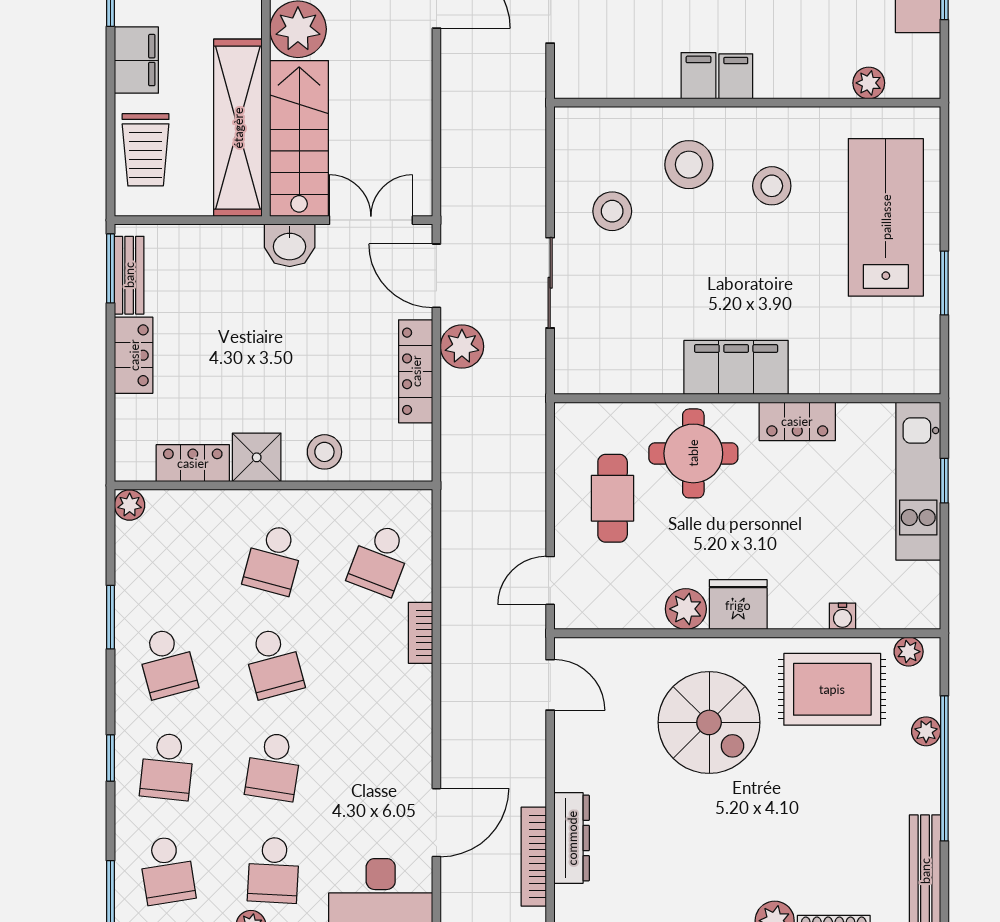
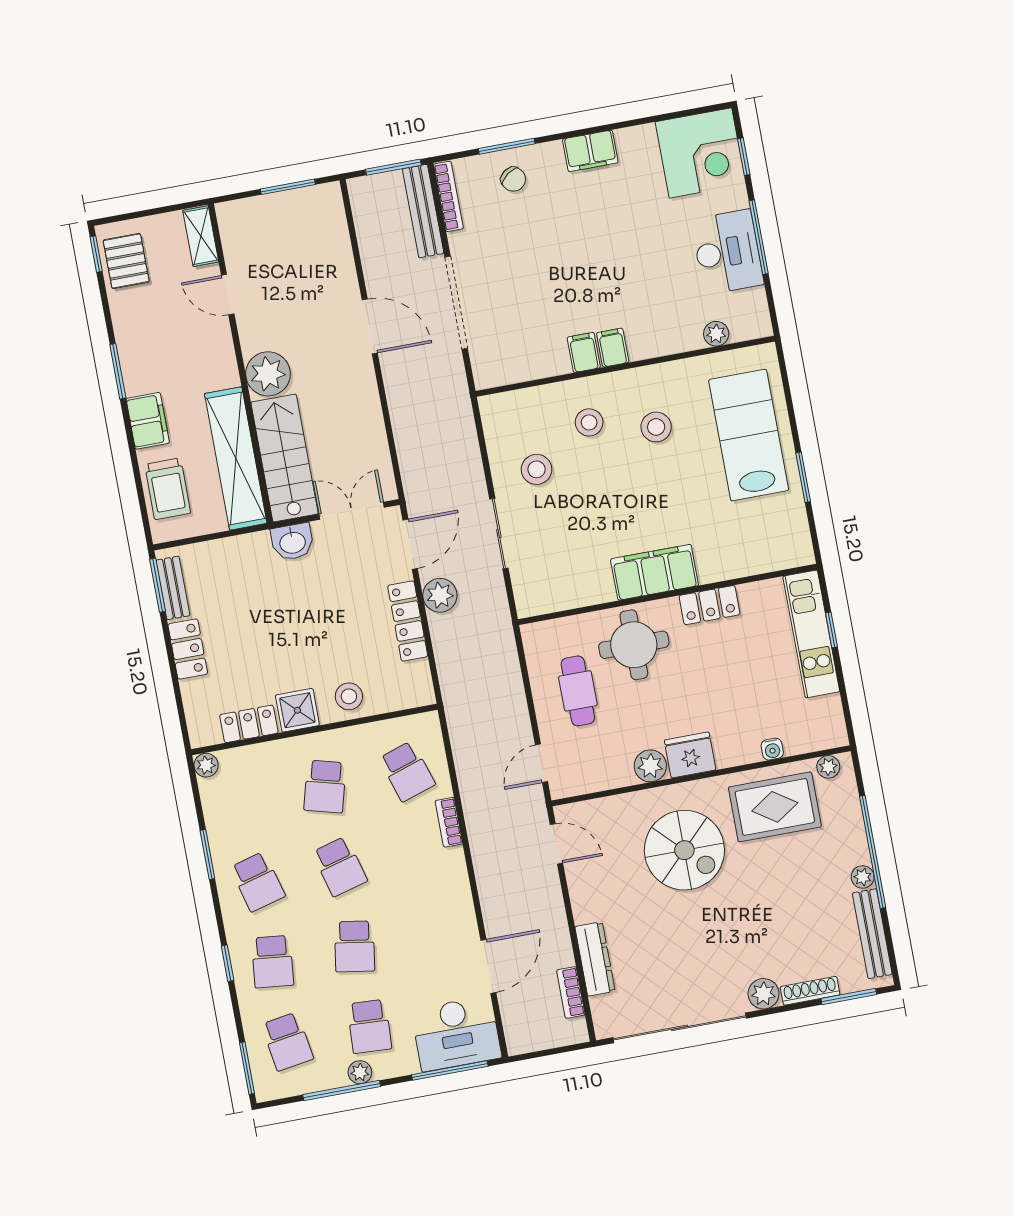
stool: (689, 165) -> (589, 422), width x0.73, depth x0.73
door: (436, 276) -> (410, 544), swing flipped
school desk: (380, 559) -> (407, 771), turned -39
plant: (926, 731) -> (863, 877), moved
bookcase: (534, 857) -> (571, 992), width x0.64

